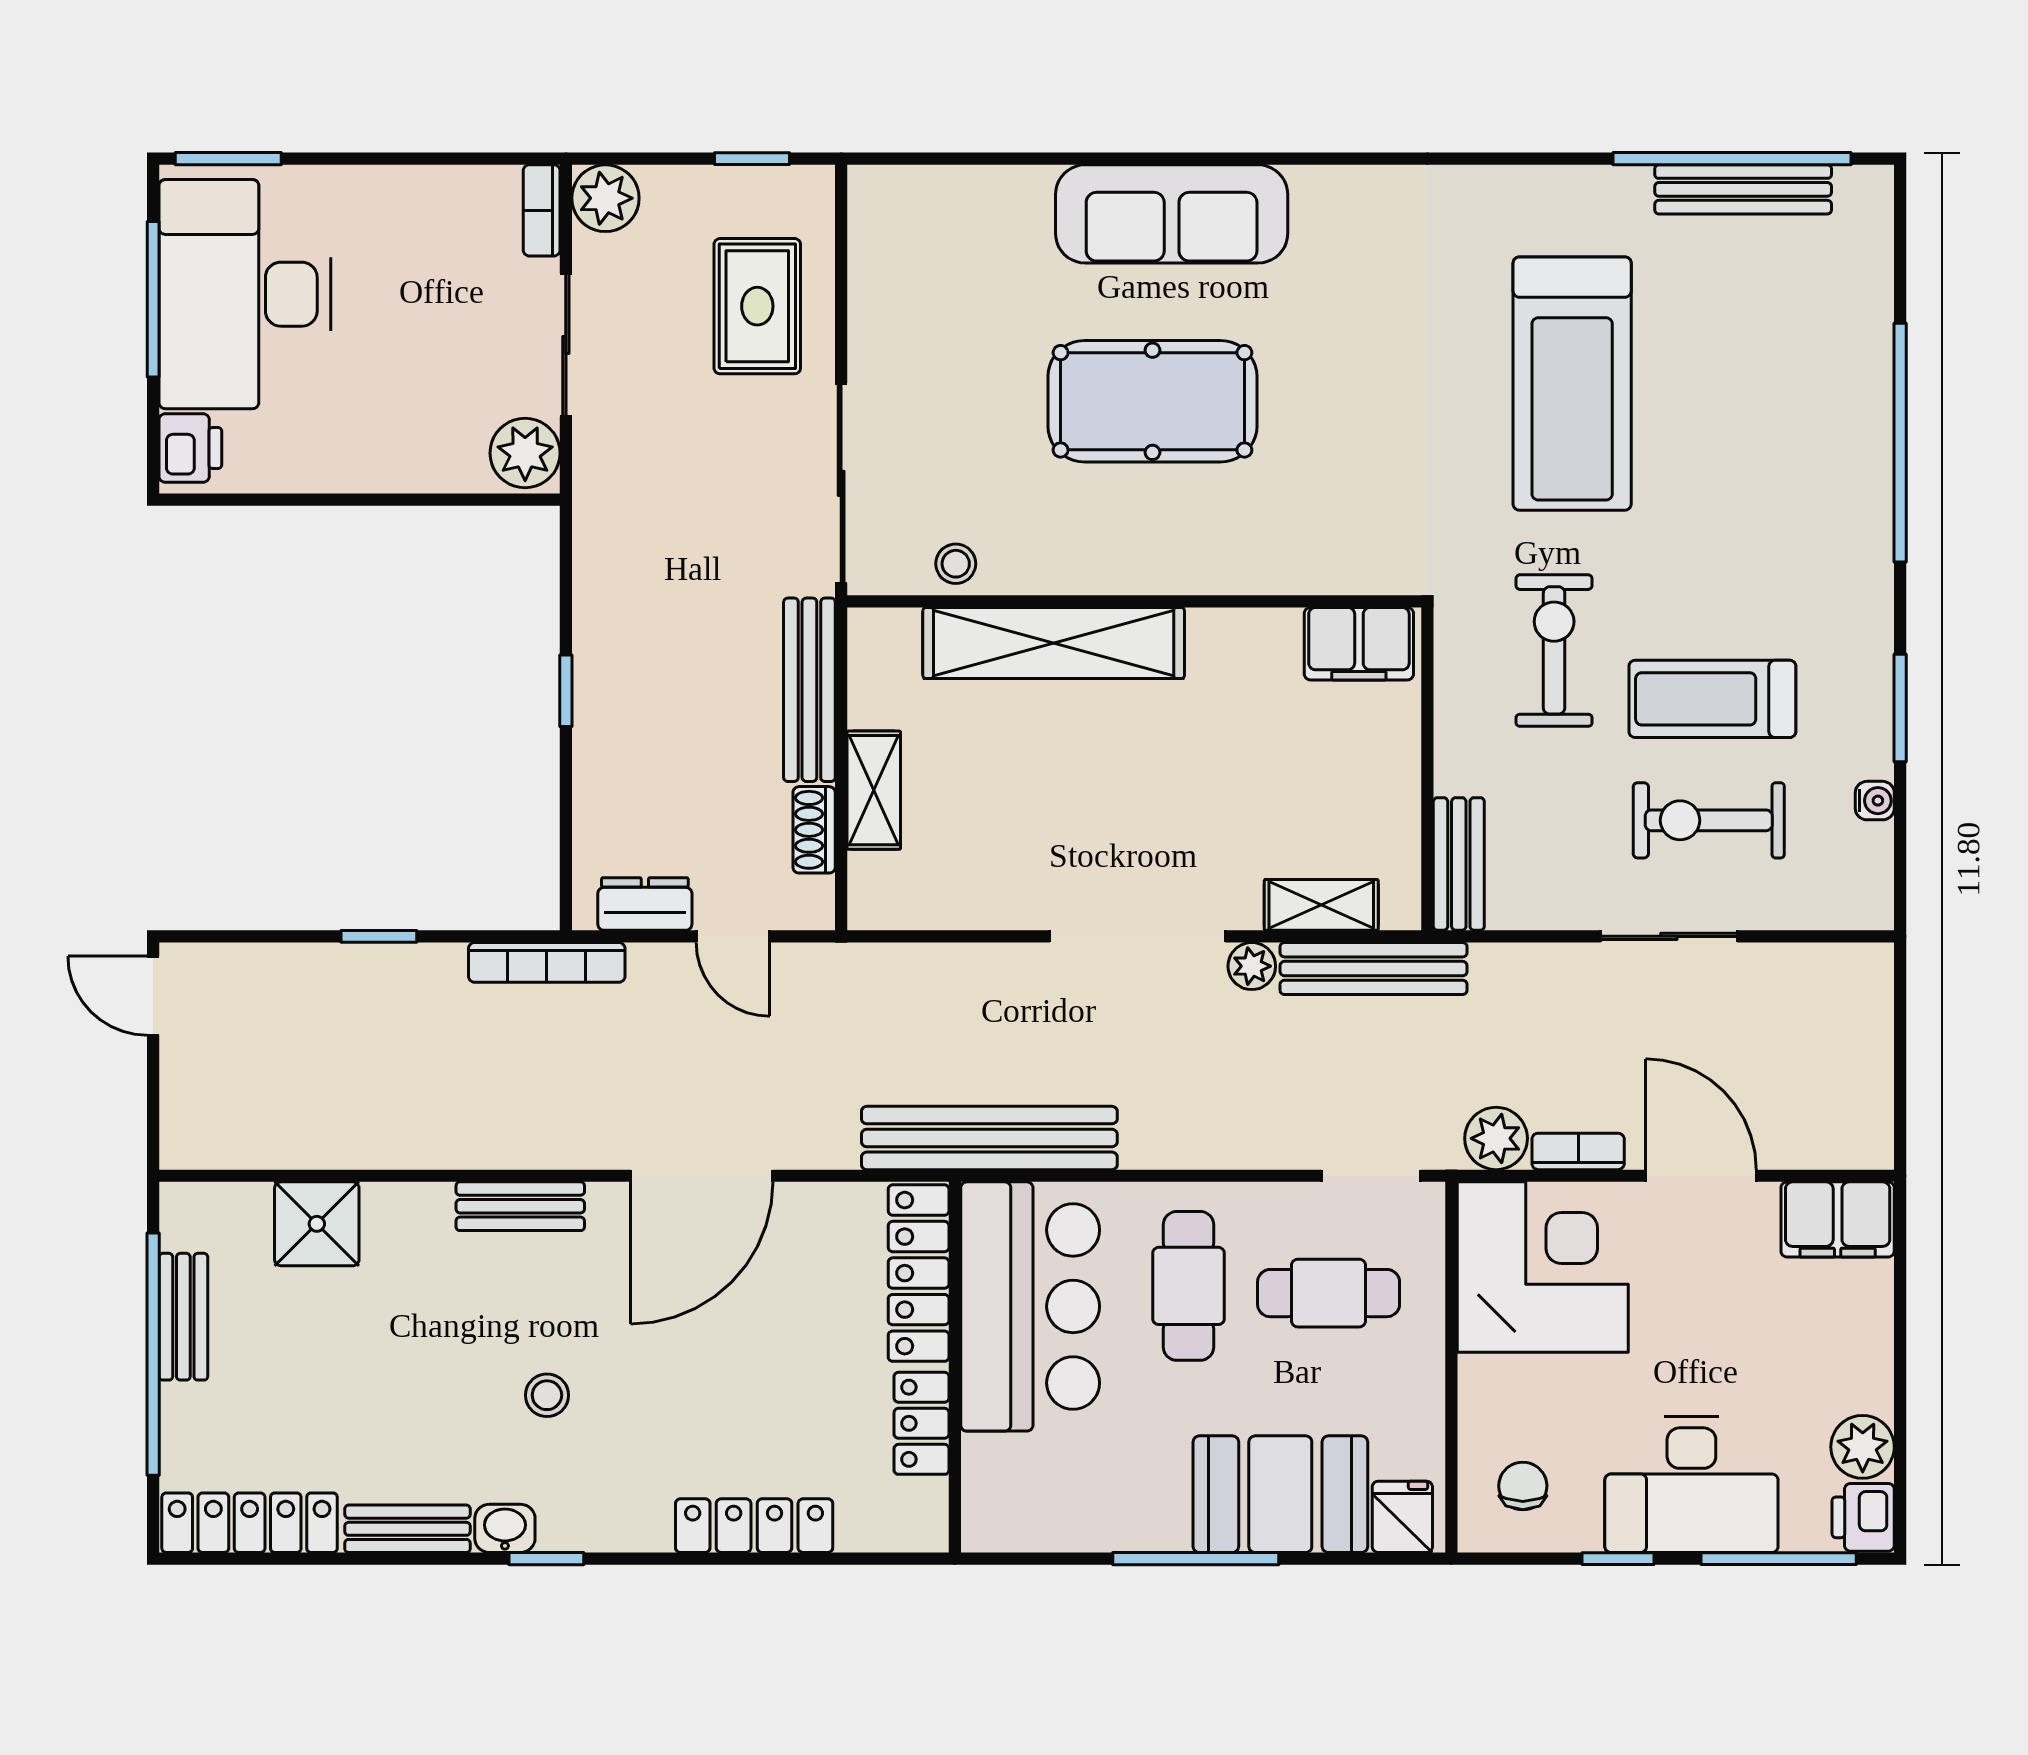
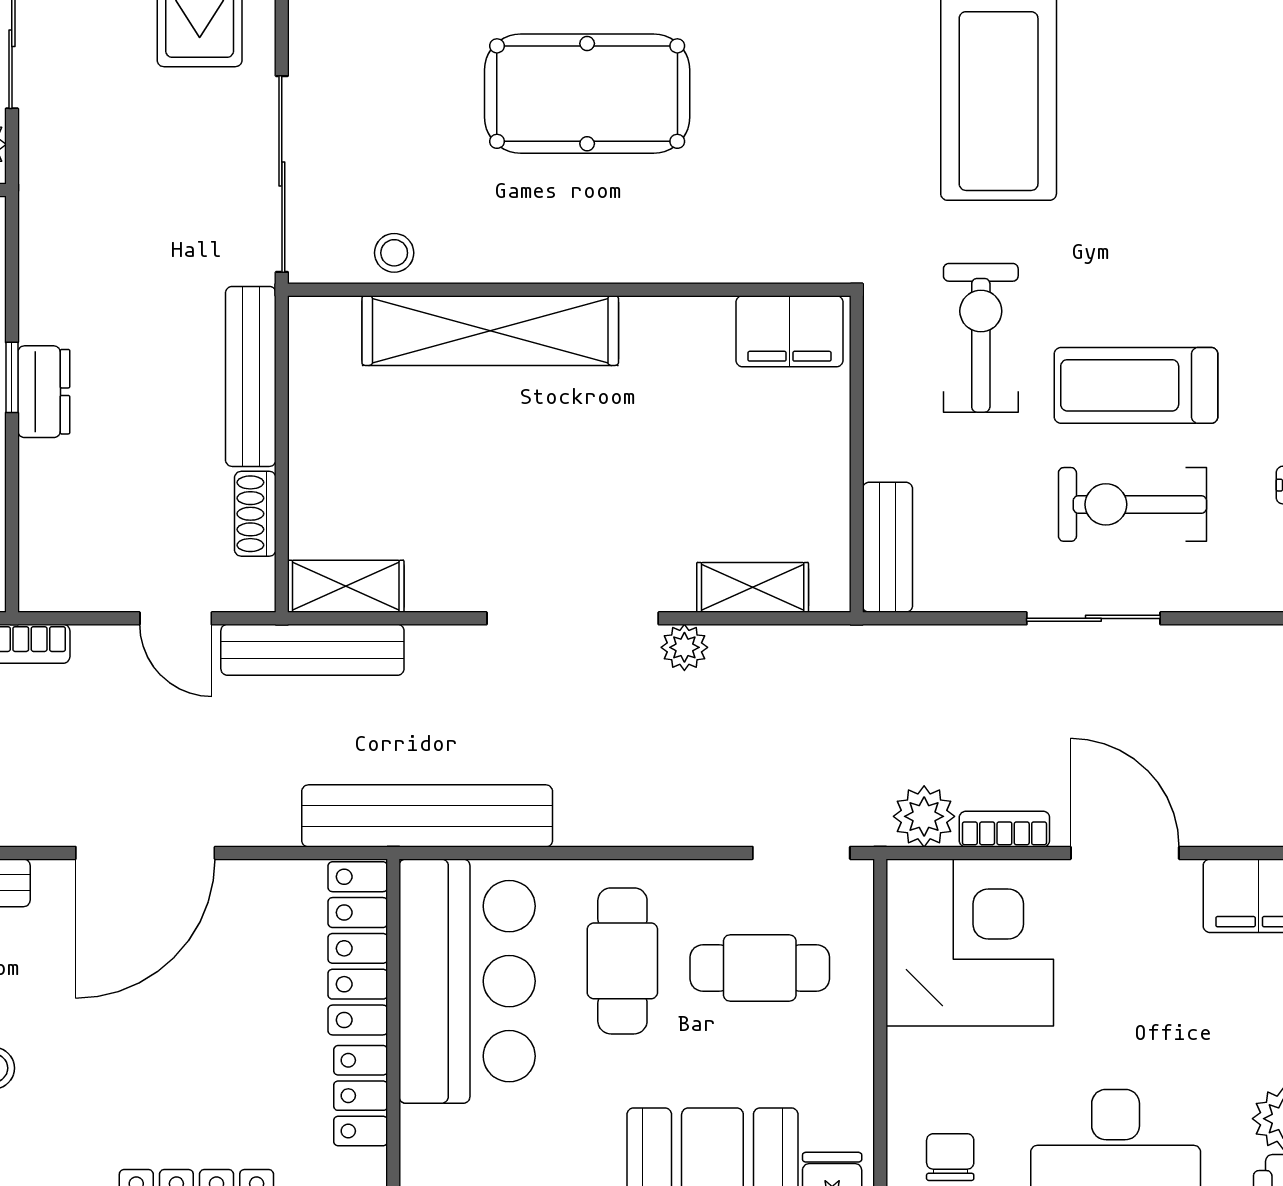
shelving: (874, 790) -> (346, 586), moved, turned 90
dresser: (645, 904) -> (44, 392), moved, turned 90
bench: (1374, 969) -> (312, 650), moved

